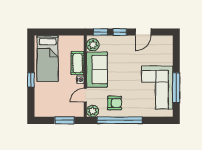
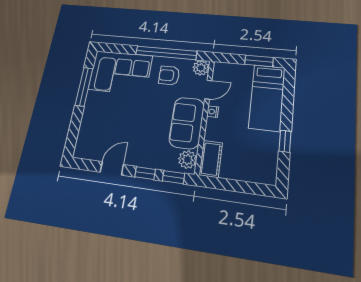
bed: (48, 58) -> (267, 97), moved, turned 180
cot: (78, 63) -> (211, 159), moved
window: (31, 80) -> (285, 141), moved
corner sofa: (157, 88) -> (120, 73), moved, turned 90
window: (64, 120) -> (259, 61), moved

